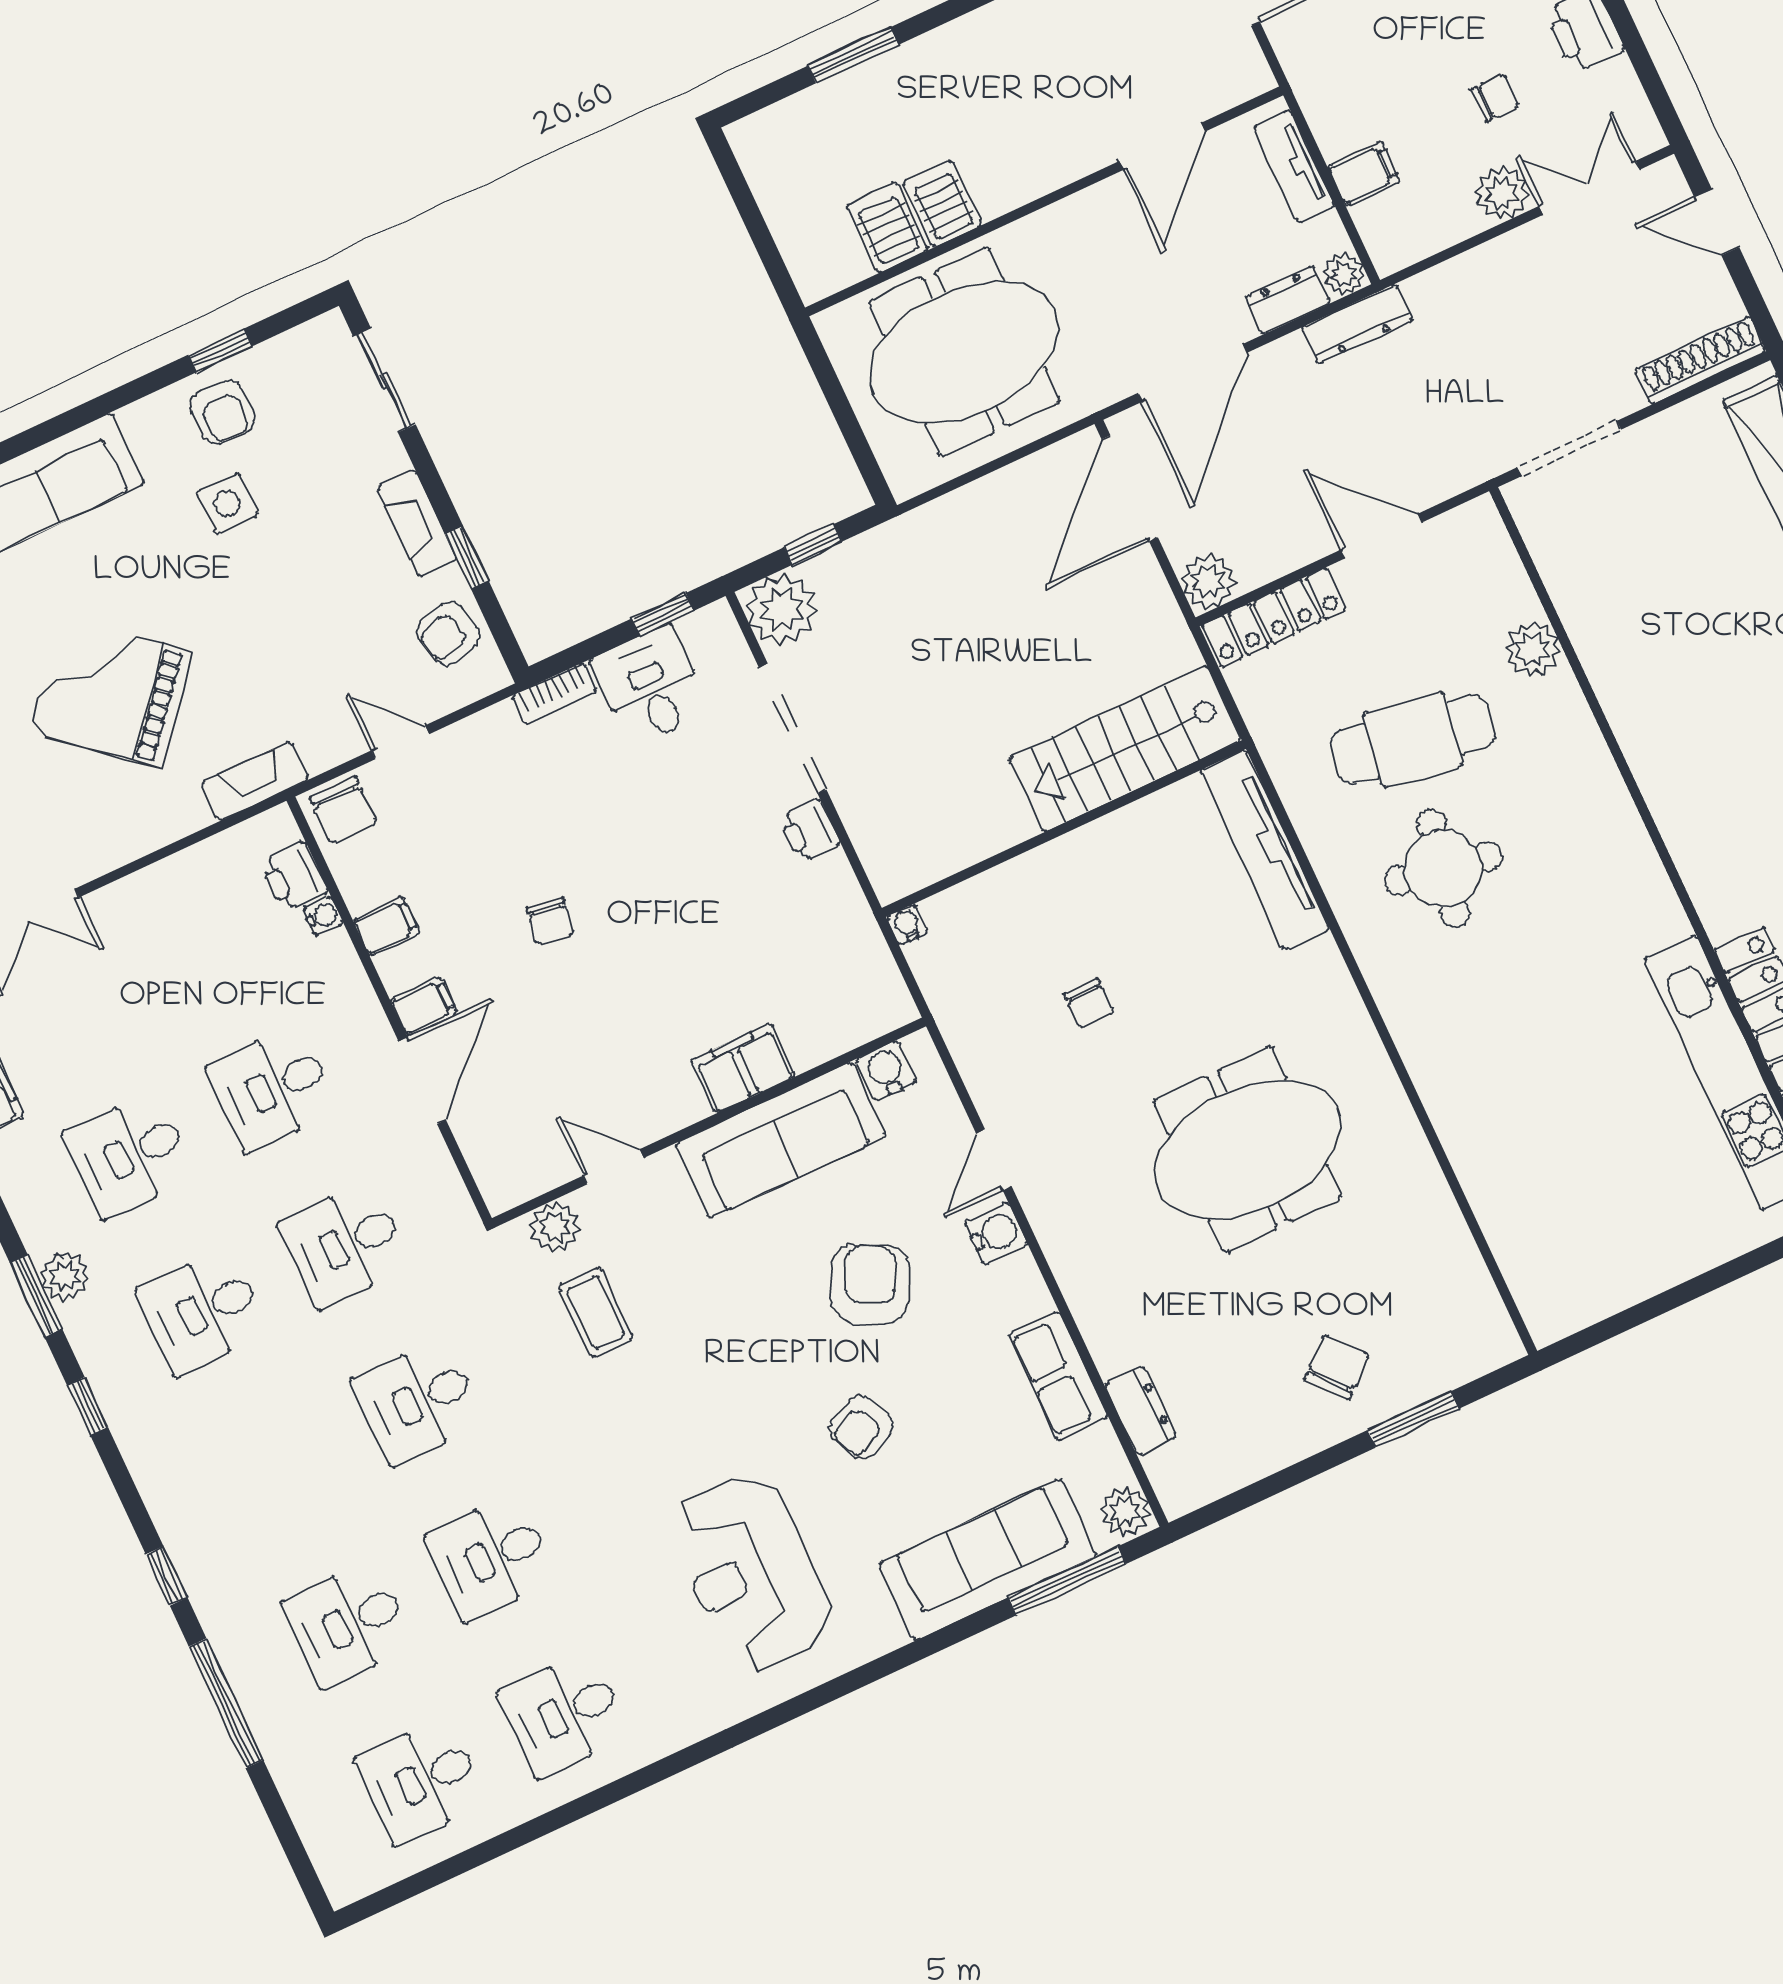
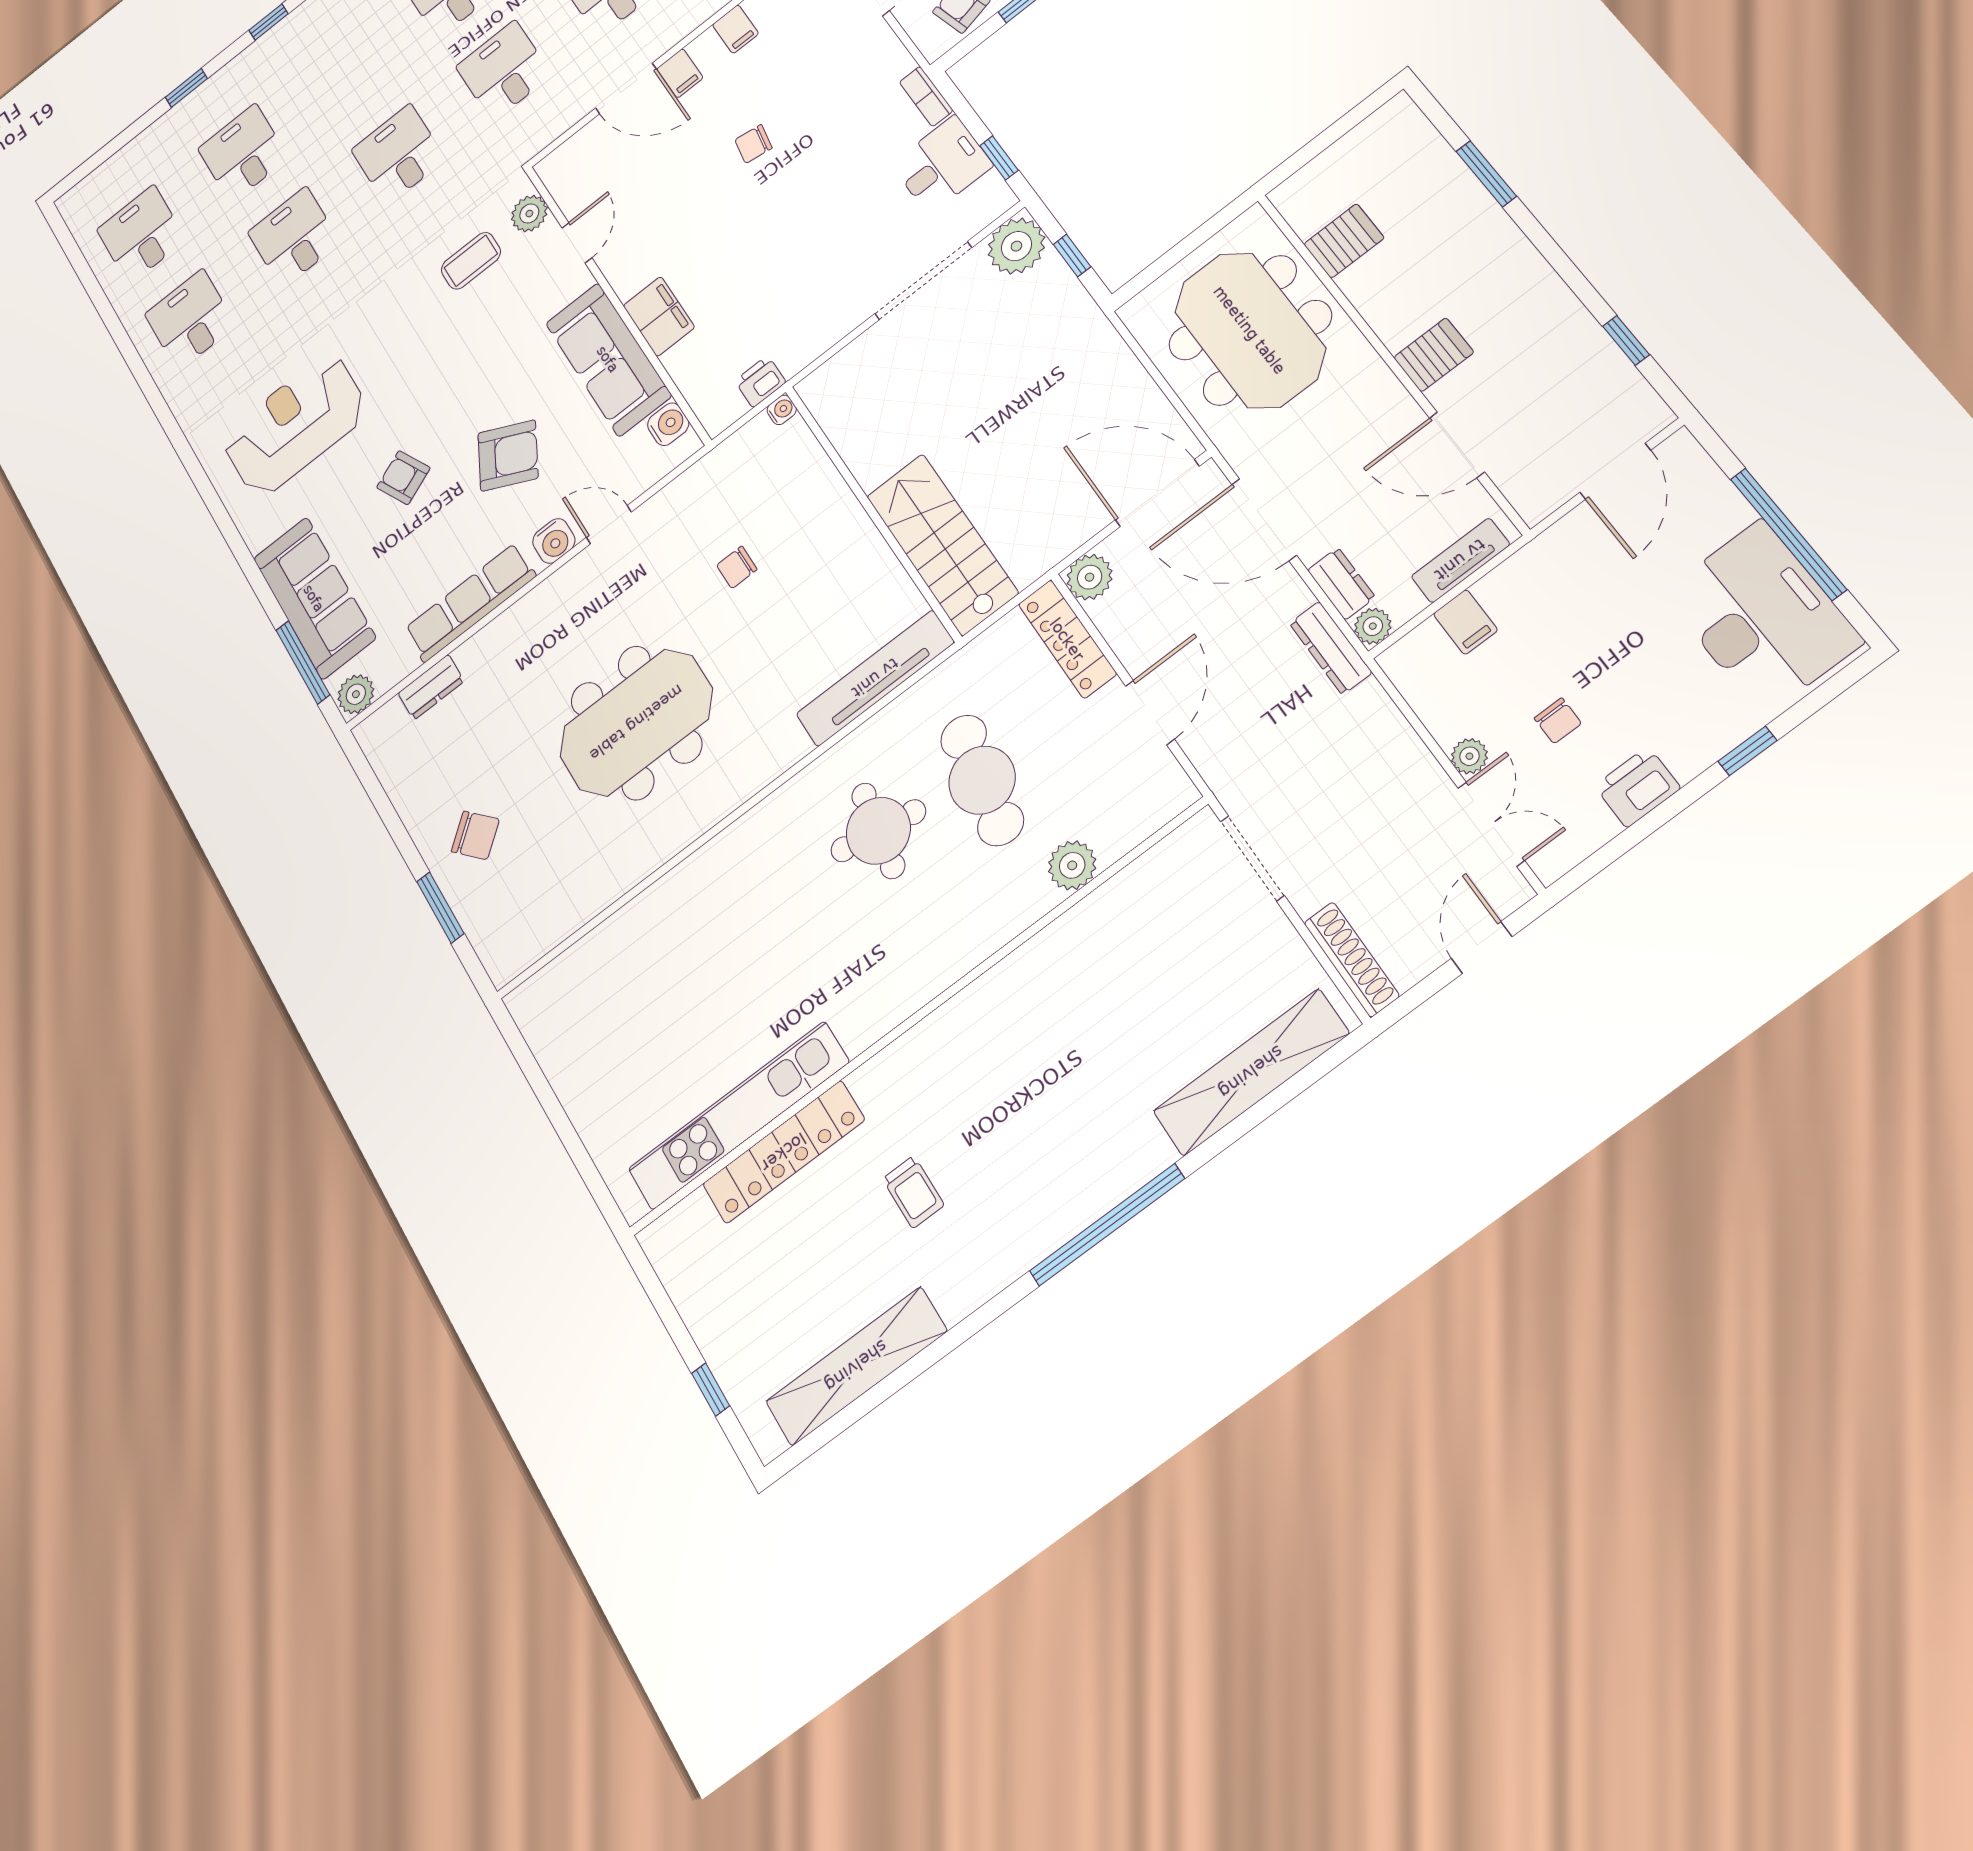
plant: (1502, 193) -> (1469, 756), width x0.73, depth x0.73
server rack: (942, 203) -> (1434, 355), moved
printer: (809, 831) -> (760, 381), moved
meeting table: (1247, 1149) -> (636, 723), turned 90
row of seats: (1058, 1376) -> (470, 602), width x1.48
window: (226, 1703) -> (186, 88), width x0.46

